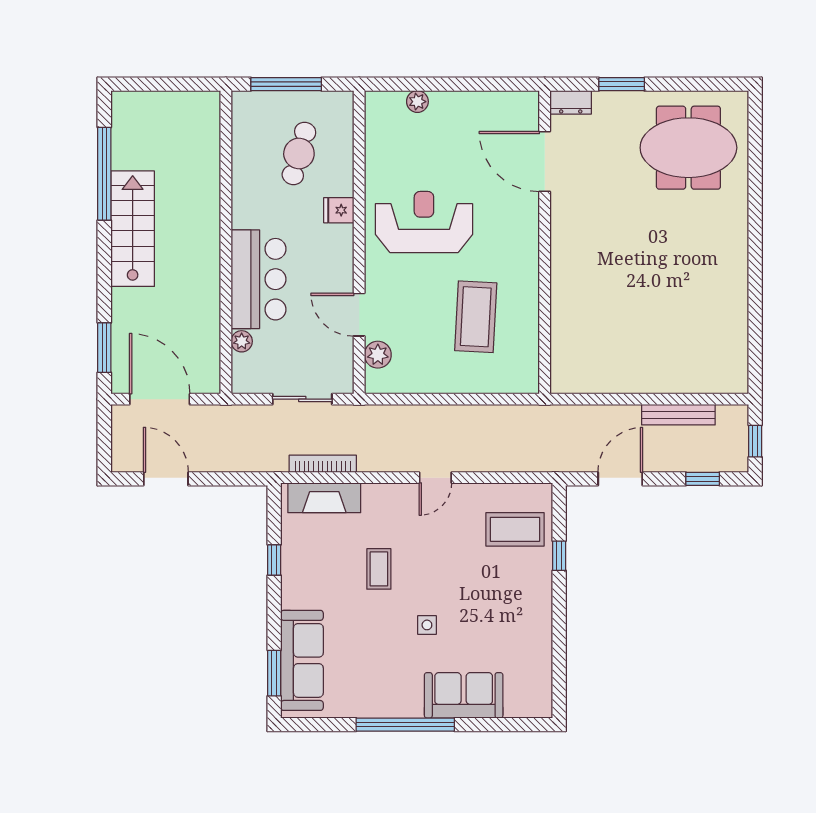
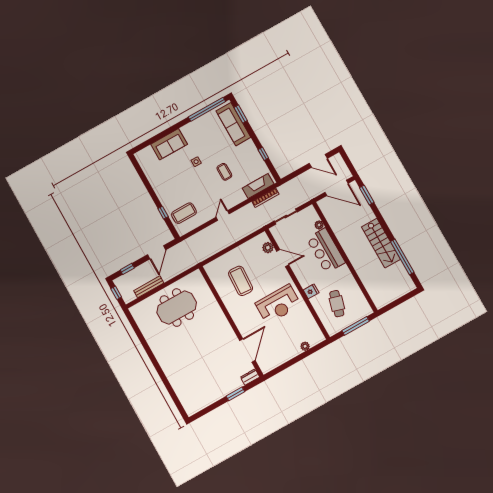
meeting table: (688, 148) -> (177, 308), moved
door: (545, 161) -> (247, 350), hinge flipped
window: (405, 725) -> (207, 109), moved

